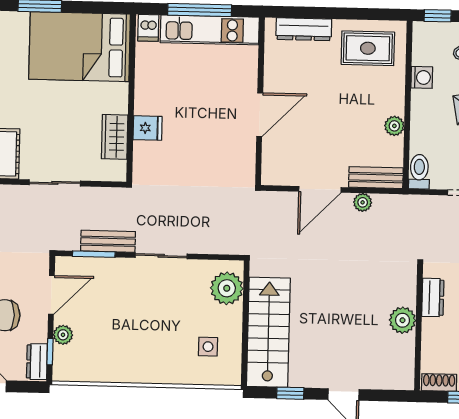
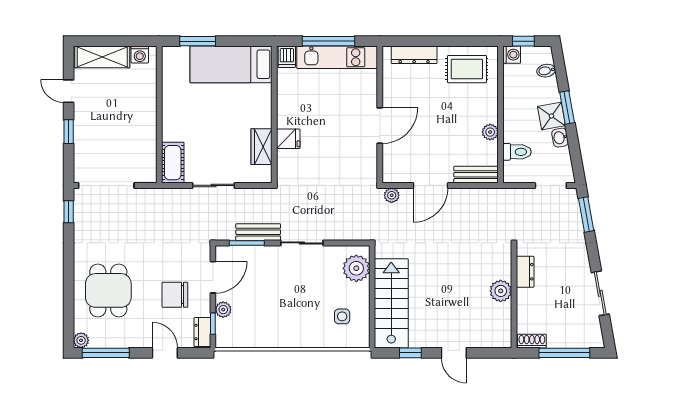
bed: (80, 47) -> (231, 64), width x0.67
washing machine: (422, 77) -> (512, 55), moved
toilet: (419, 172) -> (517, 152), moved, turned 90
plant: (363, 202) -> (392, 195), moved

